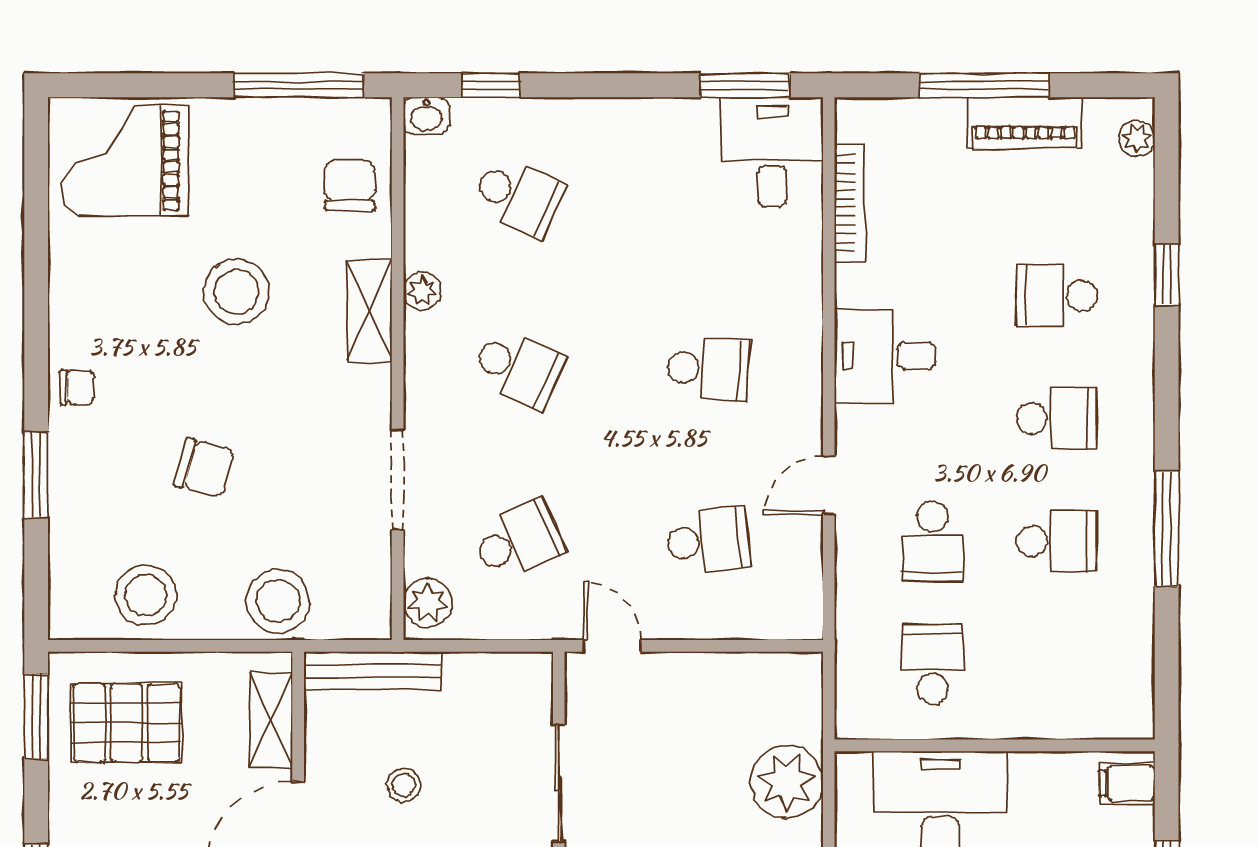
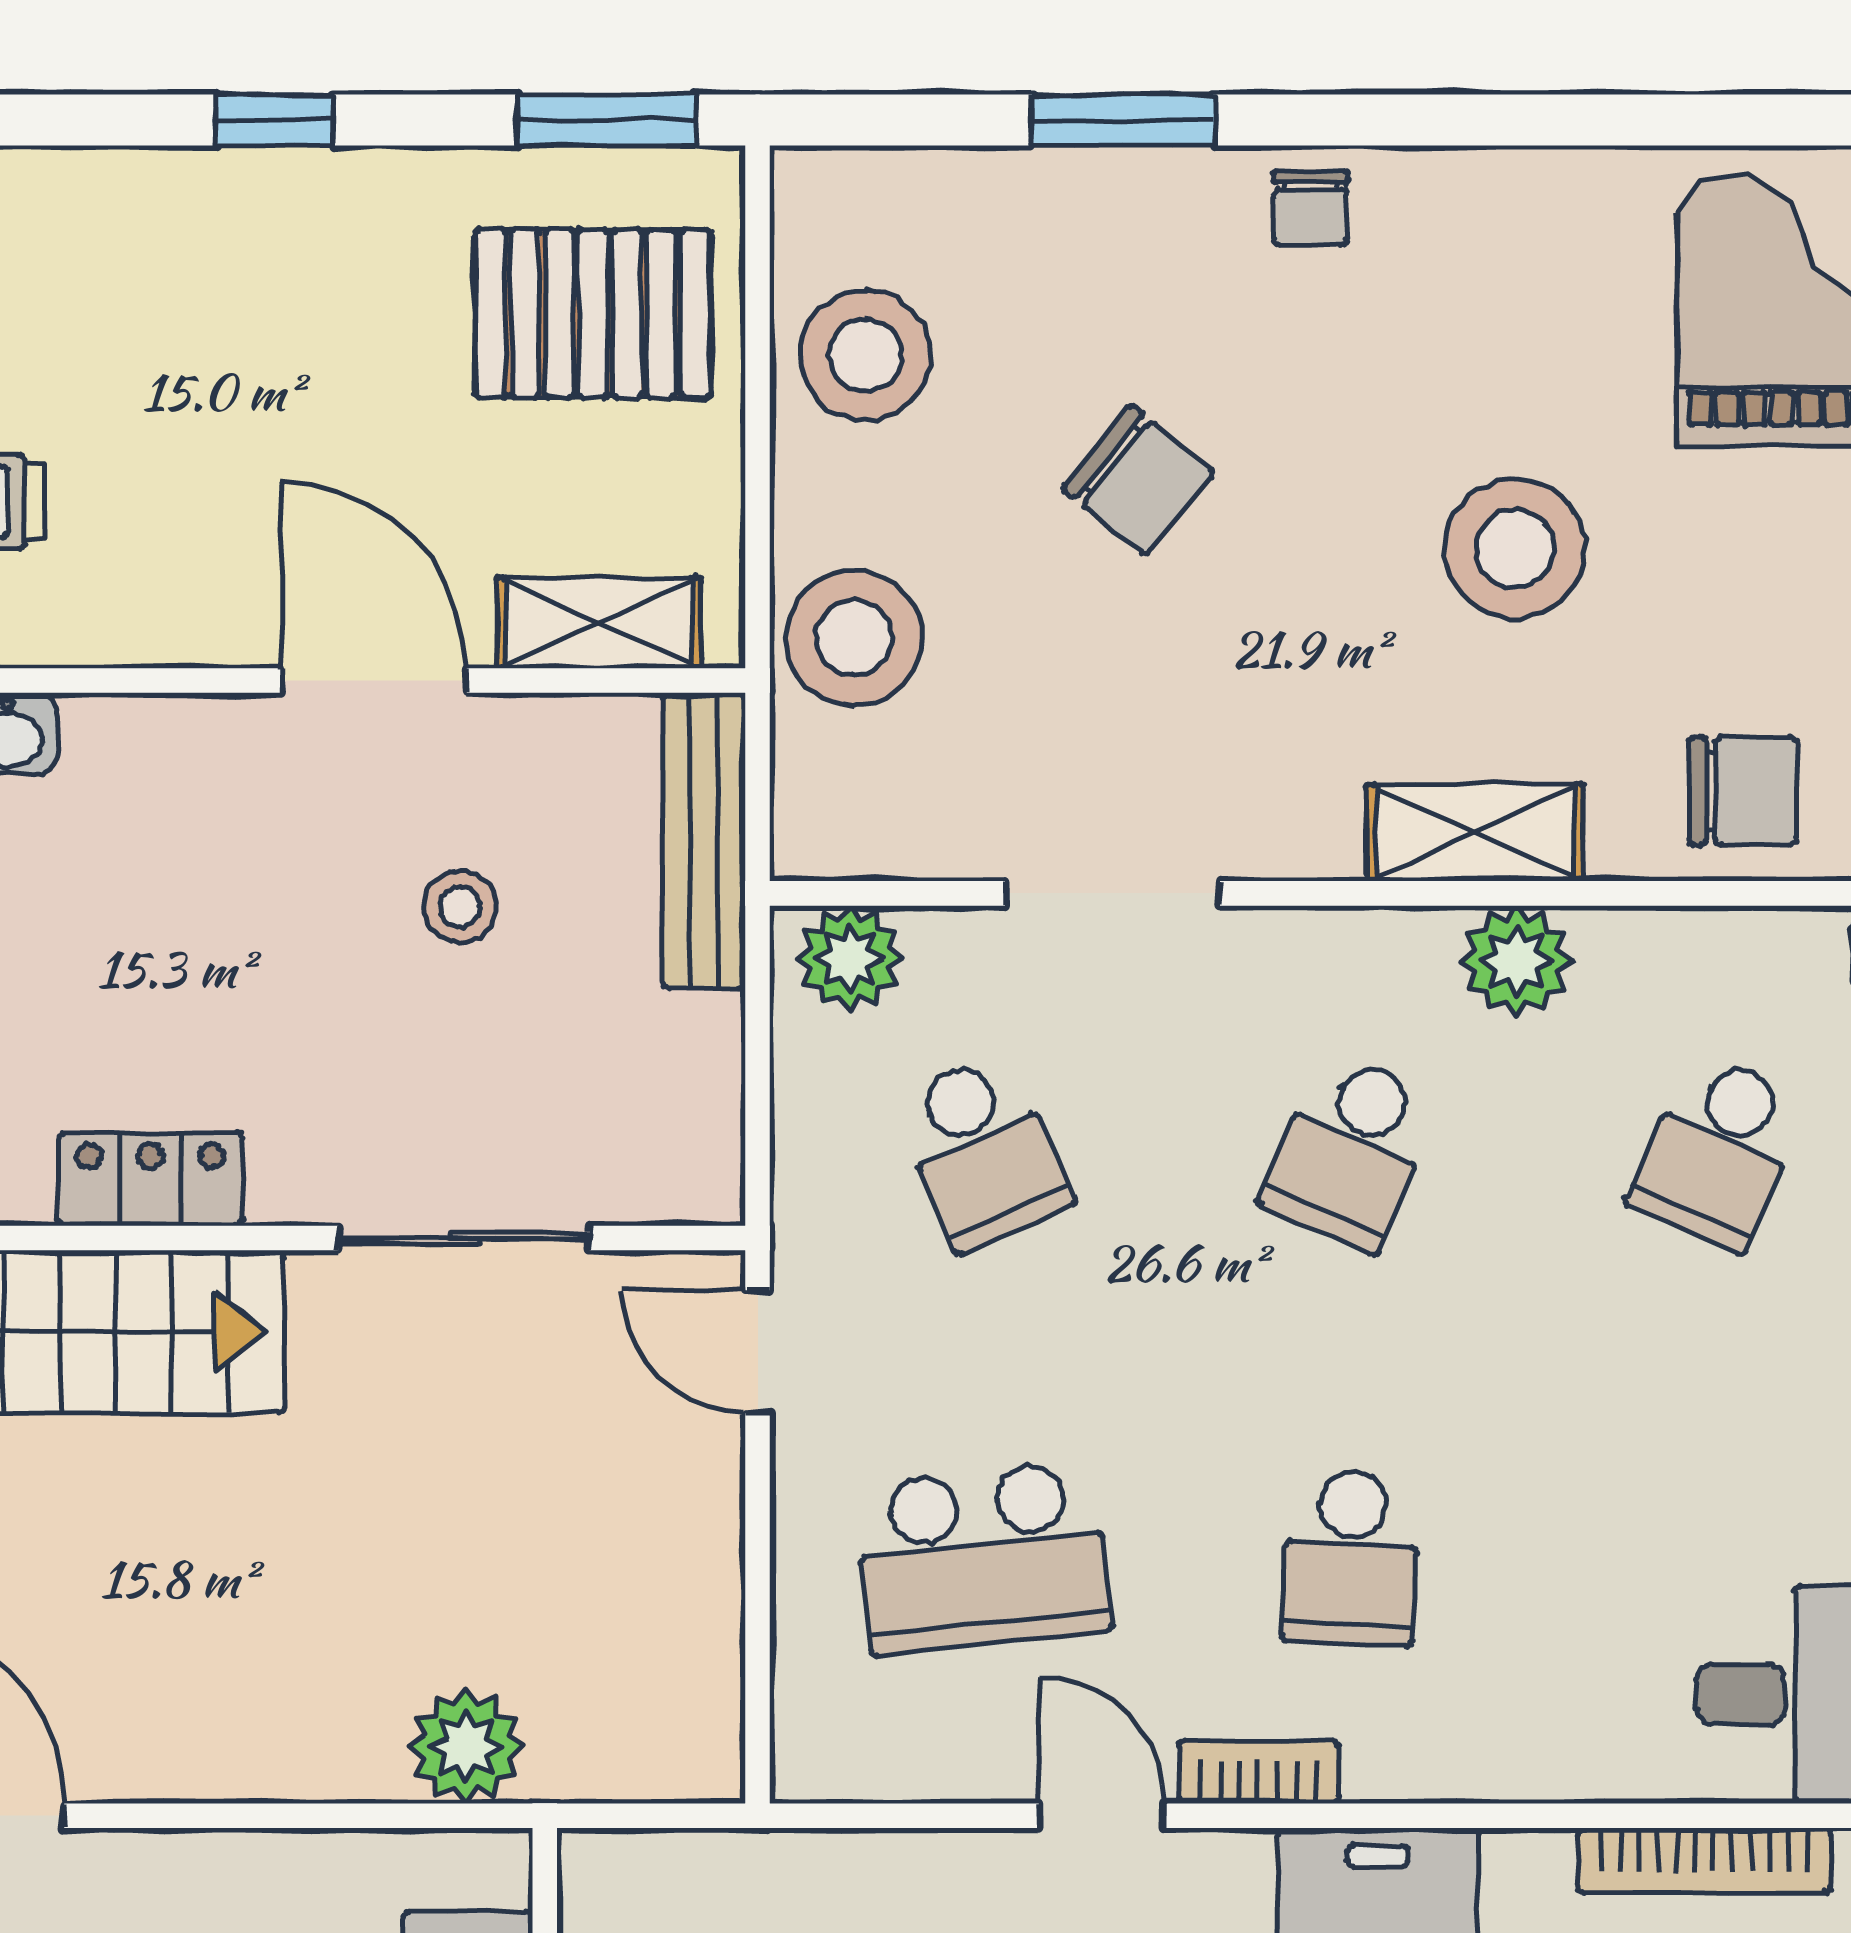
plant: (422, 291) -> (1517, 961), width x1.38, depth x1.38
bookcase: (808, 412) -> (1258, 1772), added
chair: (205, 468) -> (1138, 480), turned -66
school desk: (708, 541) -> (983, 1558), width x1.85
door: (612, 646) -> (758, 1352), swing flipped
pallet: (127, 723) -> (593, 313), turned 90
plant: (787, 782) -> (466, 1746), width x0.73, depth x0.73

